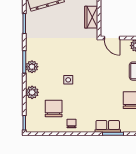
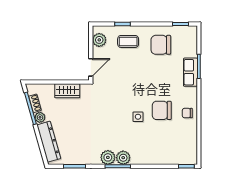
plant: (32, 92) -> (108, 157), moved
chair: (54, 109) -> (162, 110), moved

